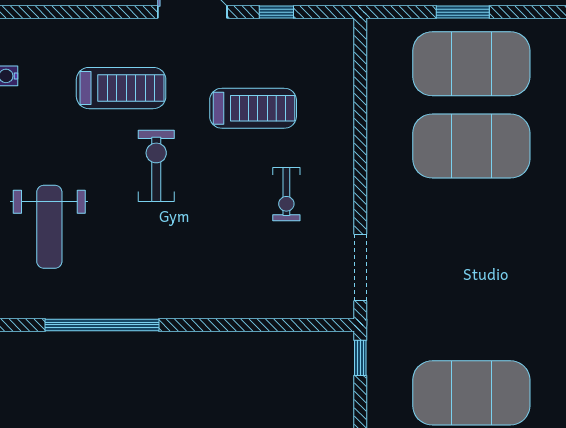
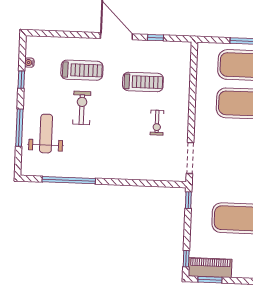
exercise bike: (156, 166) -> (82, 108), moved
weight bench: (49, 227) -> (46, 134), turned 180

